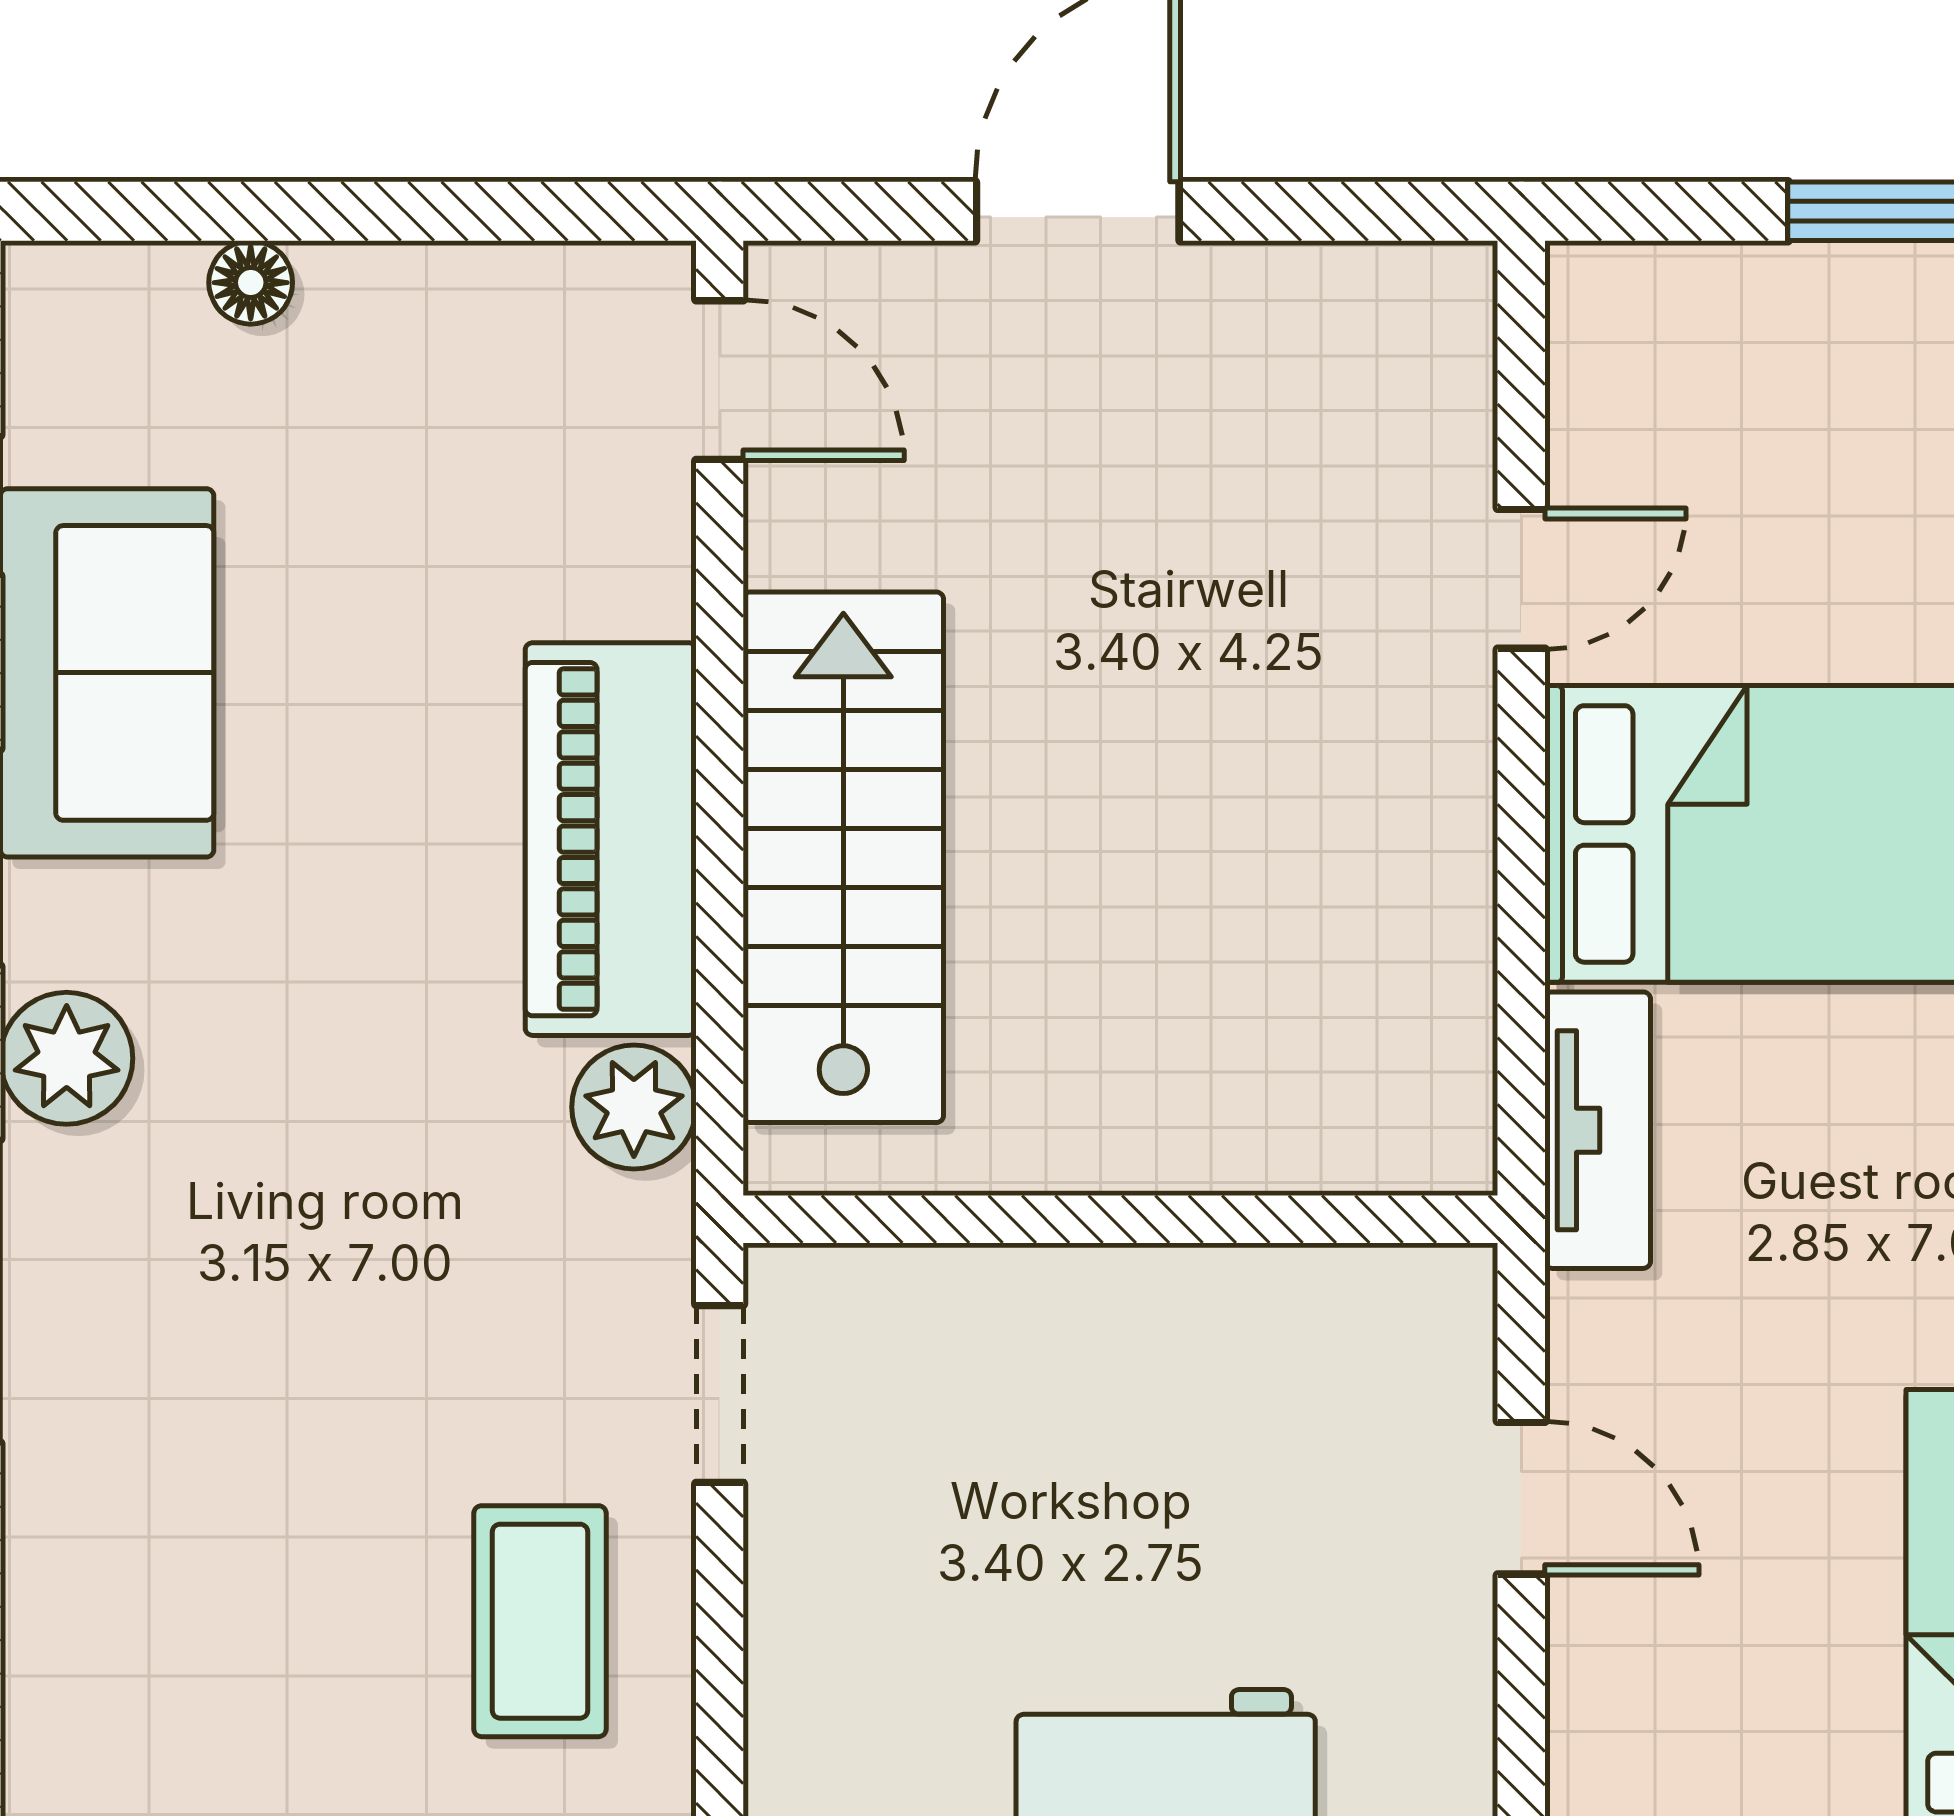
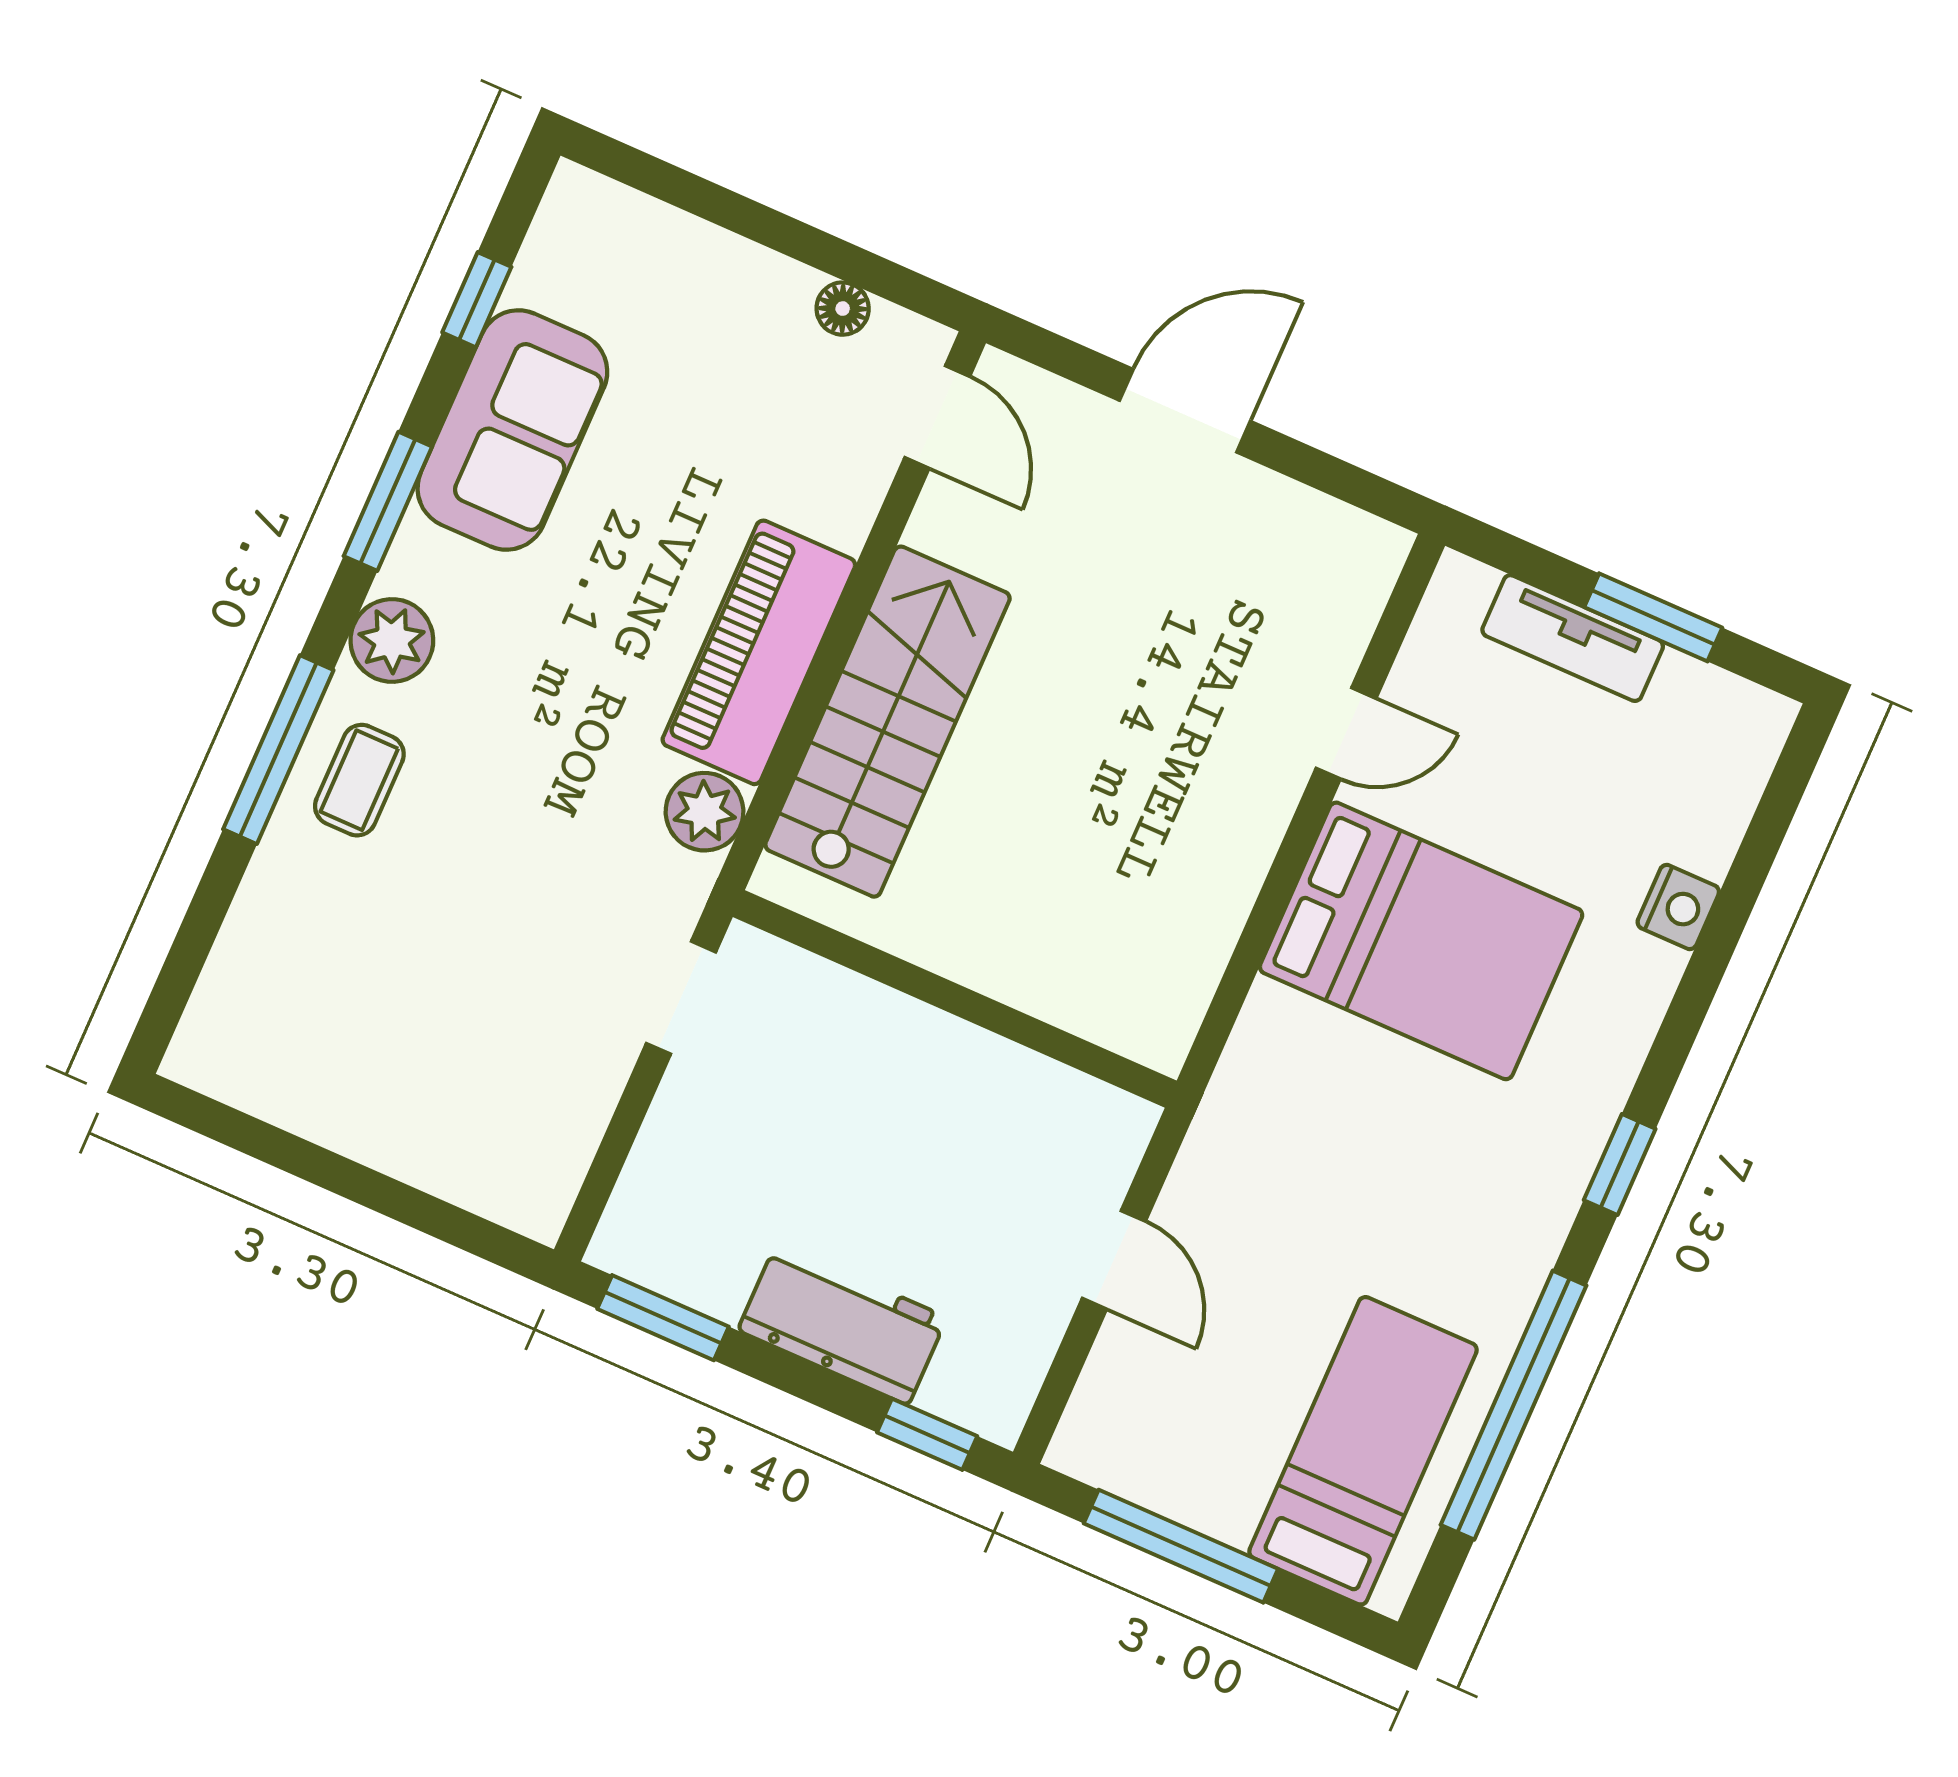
floor lamp: (251, 283) -> (843, 309), moved
tv unit: (1598, 1130) -> (1573, 638), moved, turned 90
coffee table: (540, 1621) -> (359, 780), moved, width x0.73, depth x0.77

